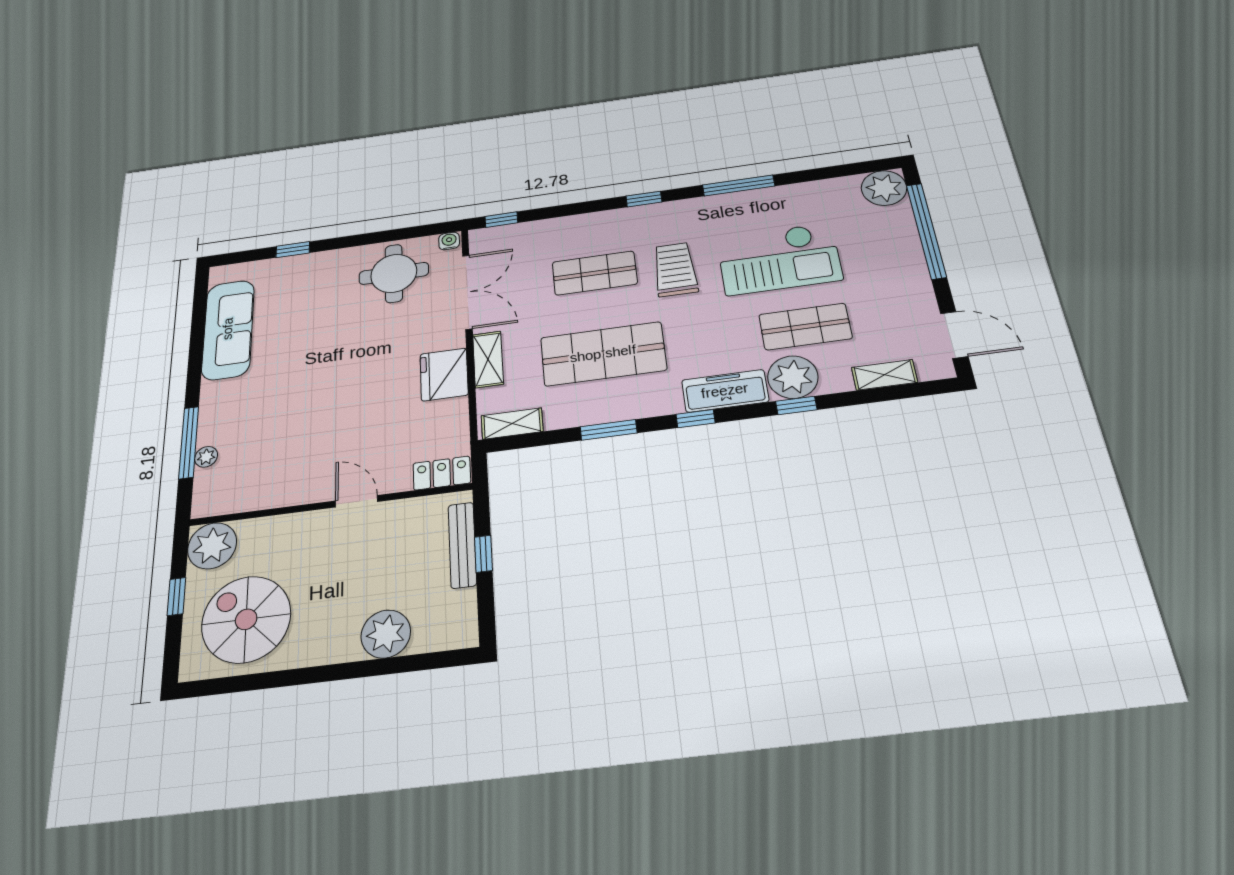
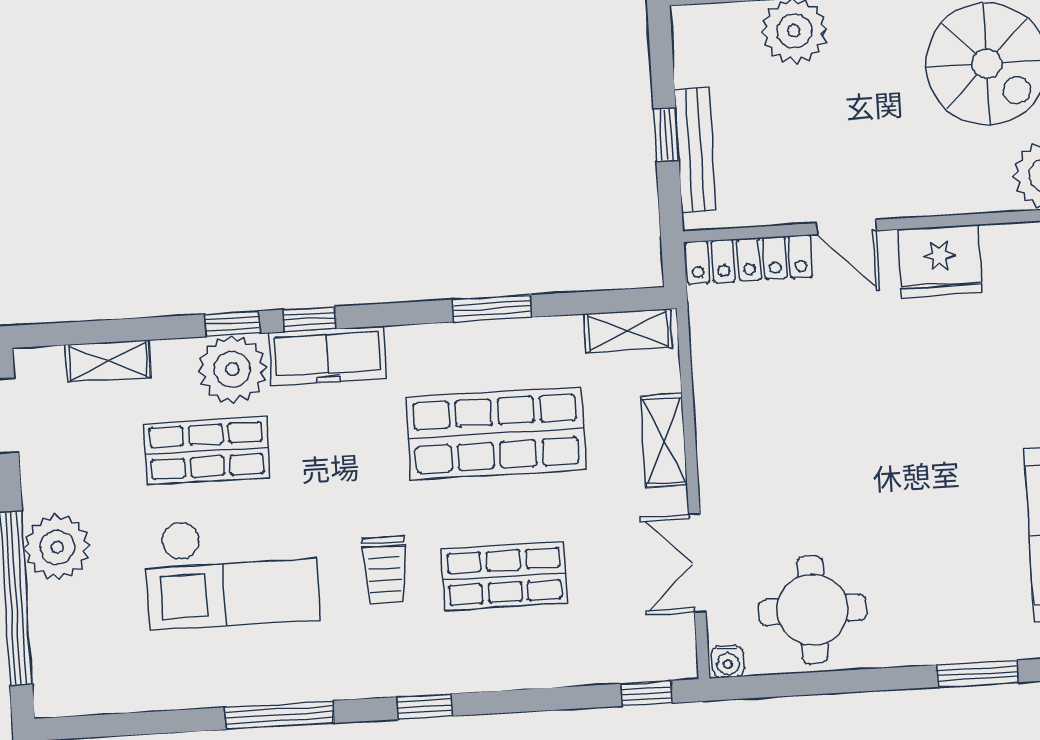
plant: (884, 188) -> (57, 547), moved
window: (293, 250) -> (978, 674), width x1.50
checkout: (779, 259) -> (232, 572), turned 180
trolley: (675, 269) -> (385, 570), width x0.73, depth x0.72
double door: (467, 292) -> (697, 563), width x0.73
fridge: (444, 374) -> (940, 261), moved, turned 90
window: (696, 419) -> (310, 319), moved
locker: (442, 473) -> (749, 259), width x1.53

